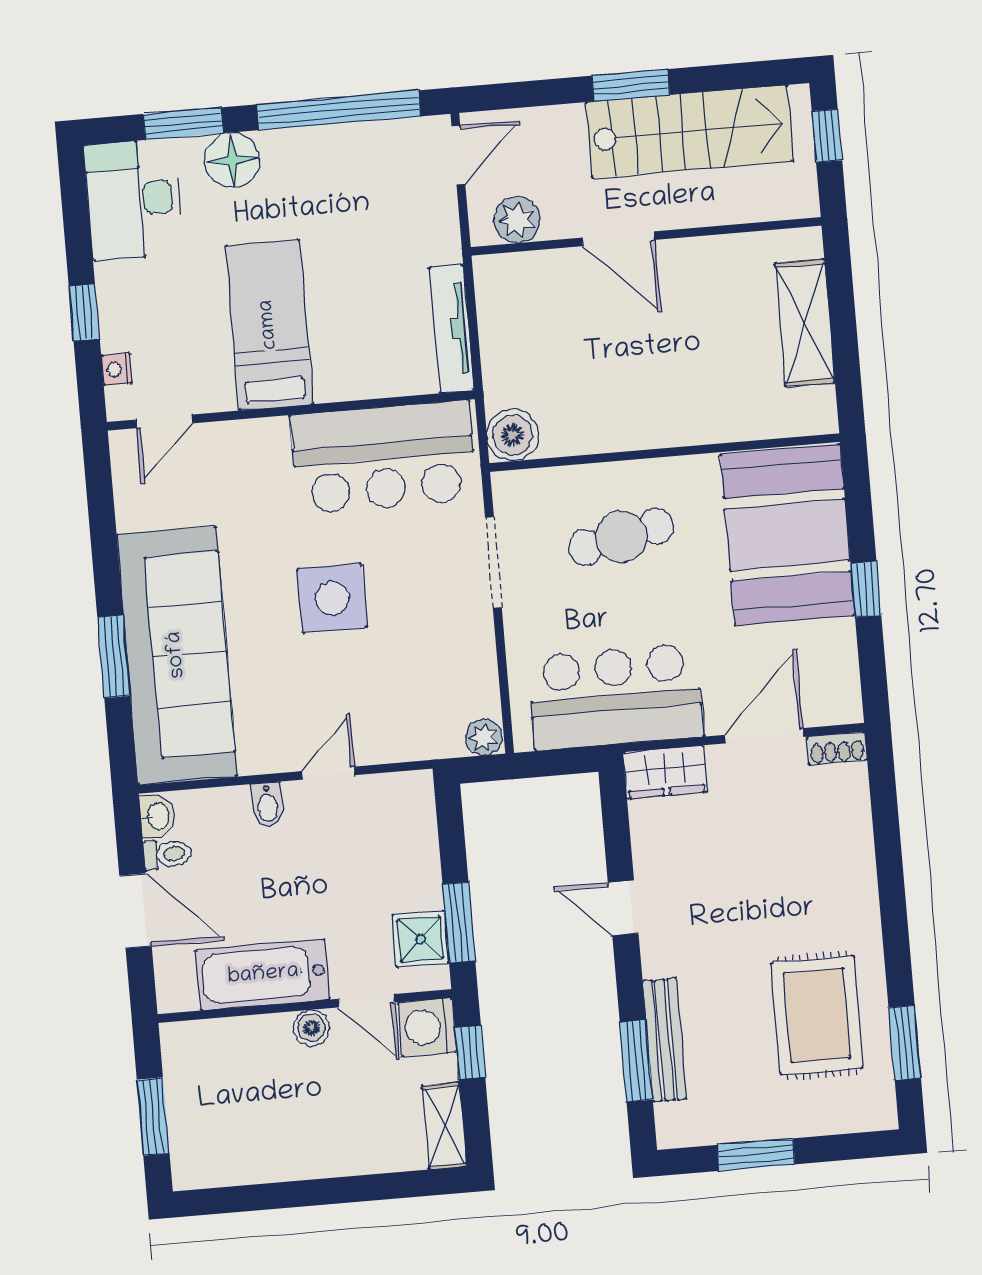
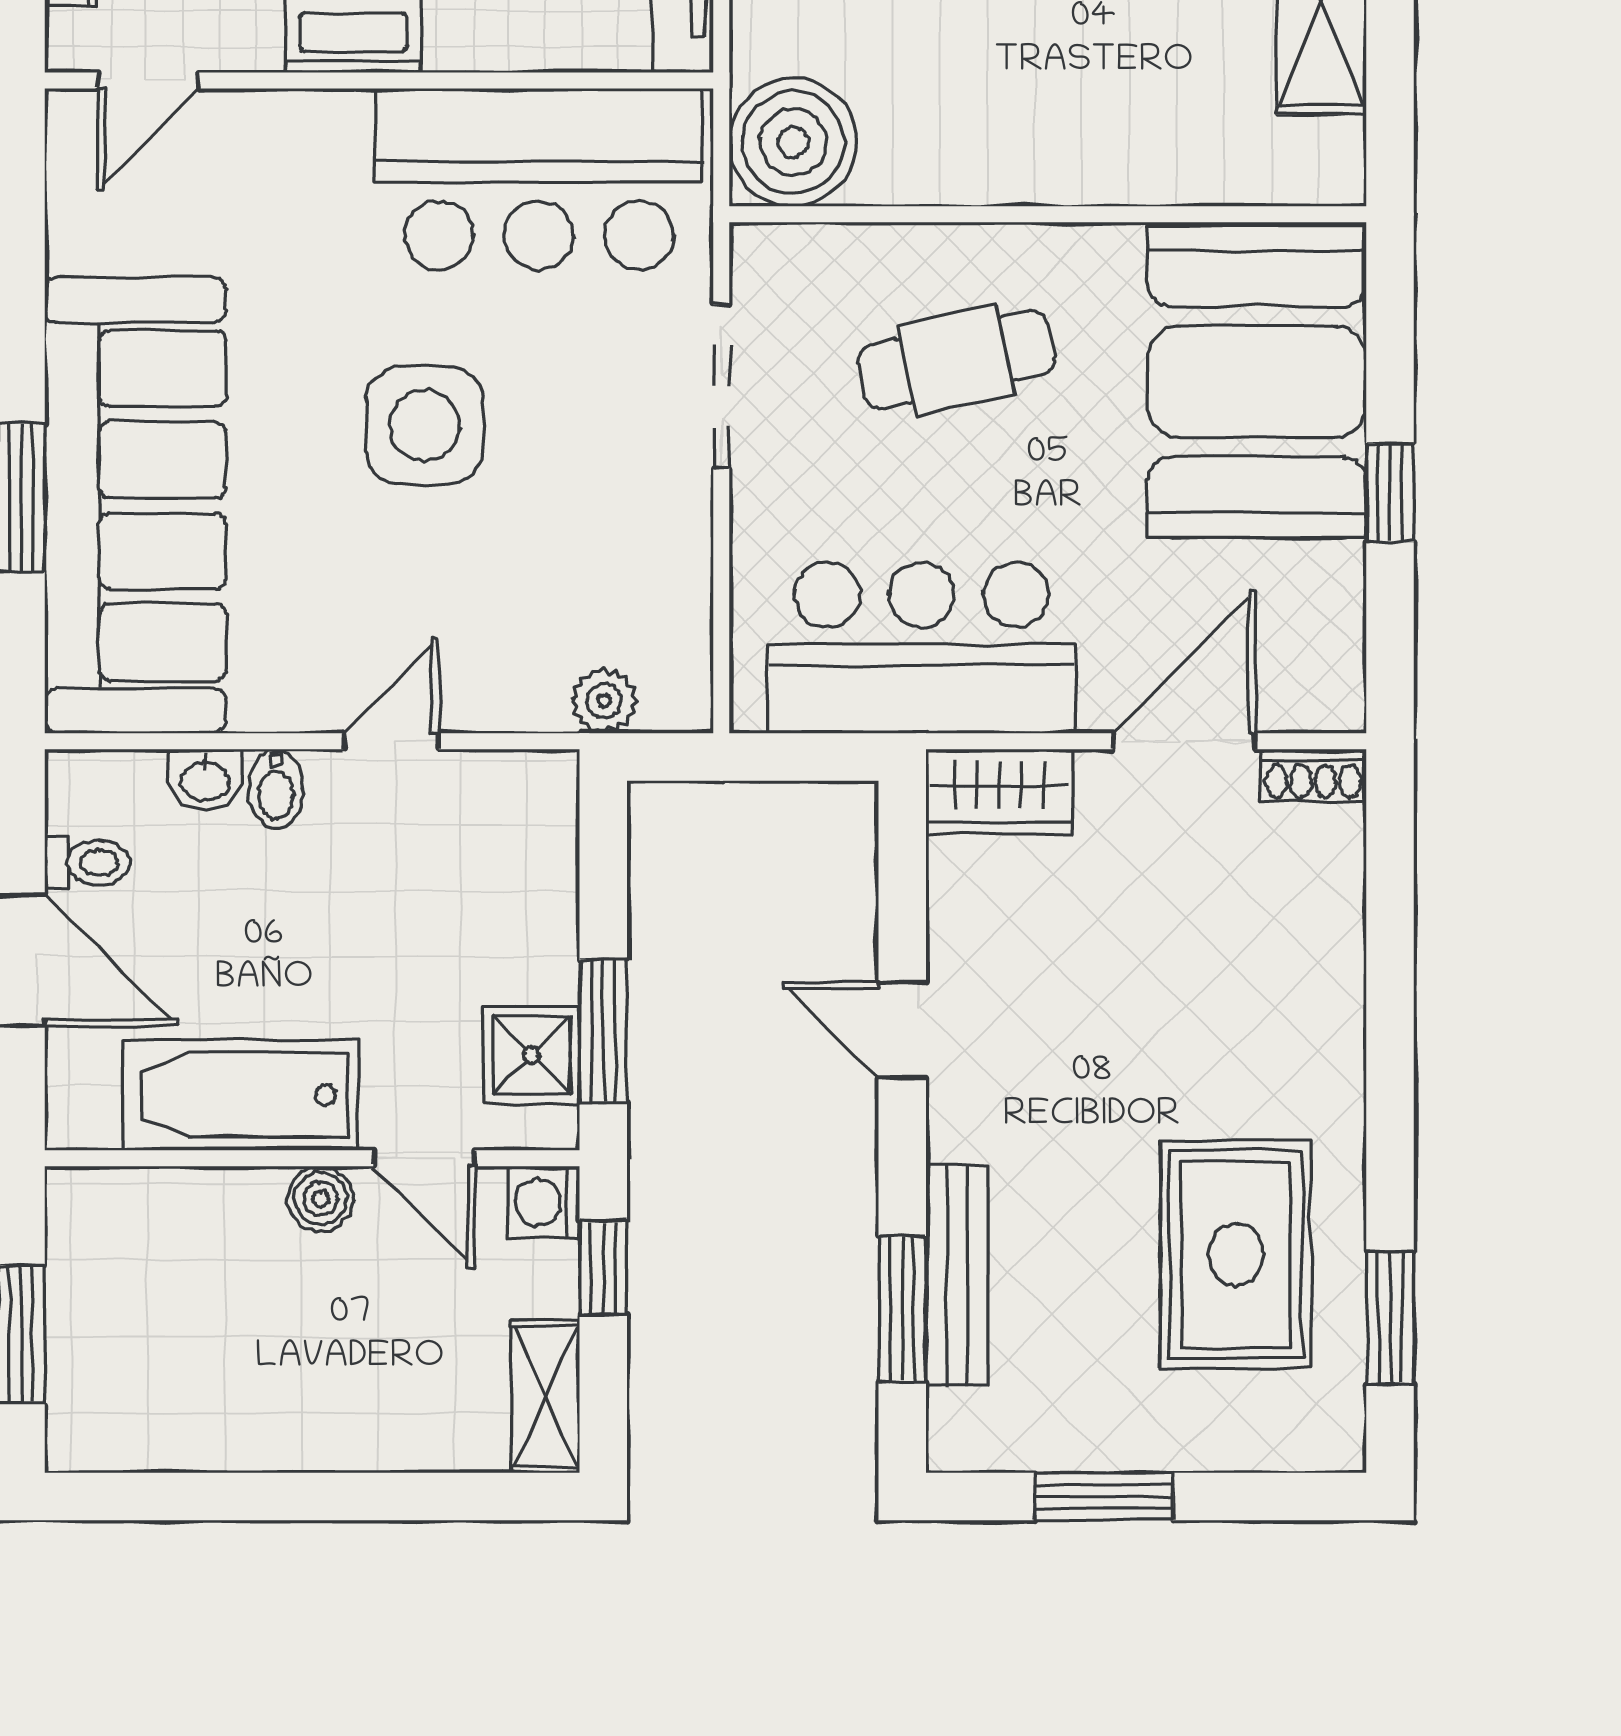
boiler: (513, 435) -> (793, 142), width x1.37, depth x1.37
plant: (484, 737) -> (604, 700), moved
washbasin: (157, 816) -> (205, 780), moved, turned 90
washing machine: (427, 1027) -> (544, 1202), width x0.73, depth x0.73

